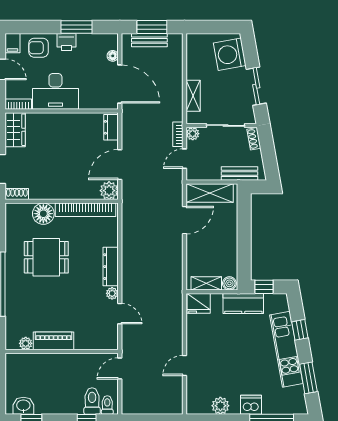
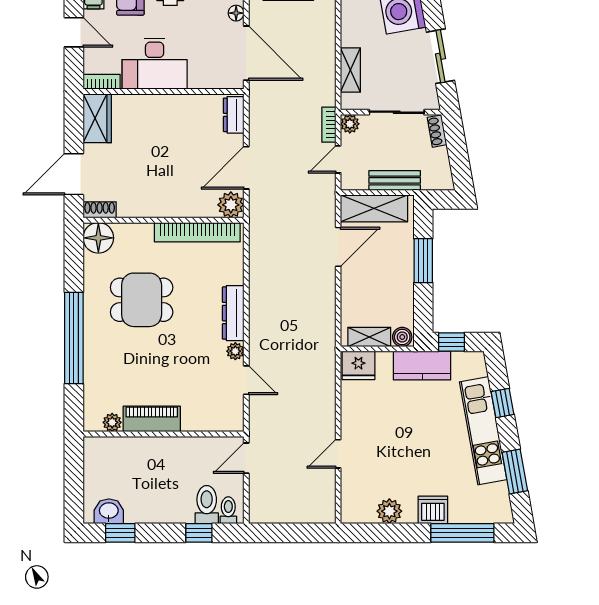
bench: (239, 173) -> (395, 180), moved
floor lamp: (43, 214) -> (98, 238), moved
window: (244, 230) -> (423, 261), added

